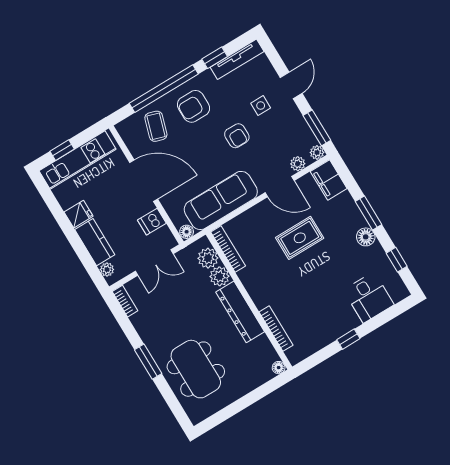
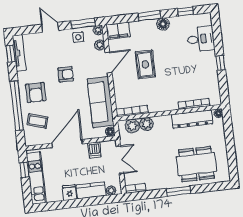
window: (215, 58) -> (11, 54), moved
side table: (261, 106) -> (78, 37), moved
window: (62, 150) -> (24, 170), moved
dresser: (240, 312) -> (192, 119), moved

